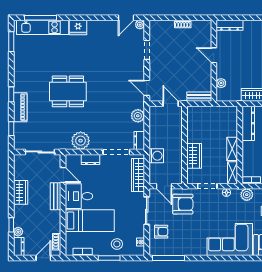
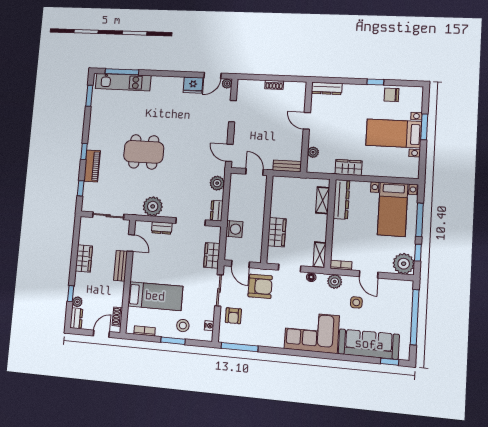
fridge: (78, 27) -> (193, 85), moved
shelving: (232, 149) -> (323, 200), moved
wardrobe: (138, 175) -> (212, 255), width x0.67
desk: (79, 196) -> (146, 268), removed
armchair: (161, 232) -> (233, 316), turned 90

